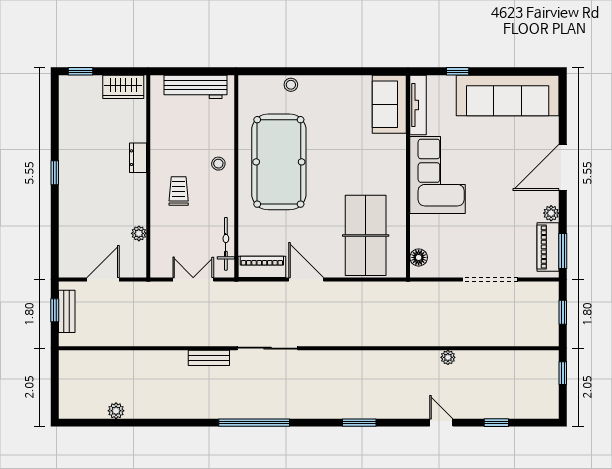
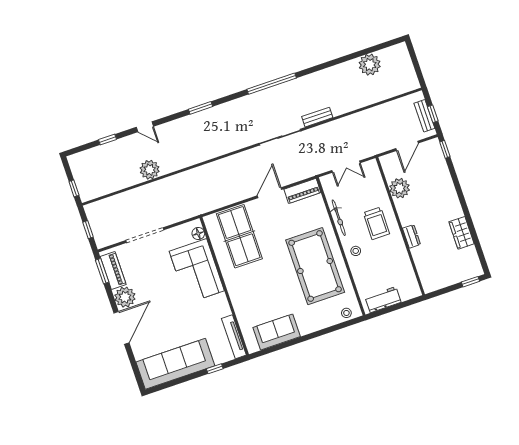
stool: (291, 85) -> (346, 313), moved
wardrobe: (123, 87) -> (461, 233), moved, turned -90
workbench: (196, 87) -> (383, 300), width x0.73
sofa: (389, 104) -> (277, 332), moved, turned -90
window: (55, 173) -> (445, 149), moved
corner sofa: (438, 175) -> (197, 271), moved
trolley: (179, 191) -> (376, 223), width x1.36, depth x1.39
plant: (551, 213) -> (125, 297), width x1.87, depth x1.87
plant: (139, 233) -> (400, 188), width x1.87, depth x1.87
bicycle: (226, 244) -> (339, 218), moved
door: (306, 279) -> (269, 193), swing flipped
plant: (448, 357) -> (150, 170), width x1.88, depth x1.88
plant: (116, 411) -> (370, 65), width x1.88, depth x1.88

